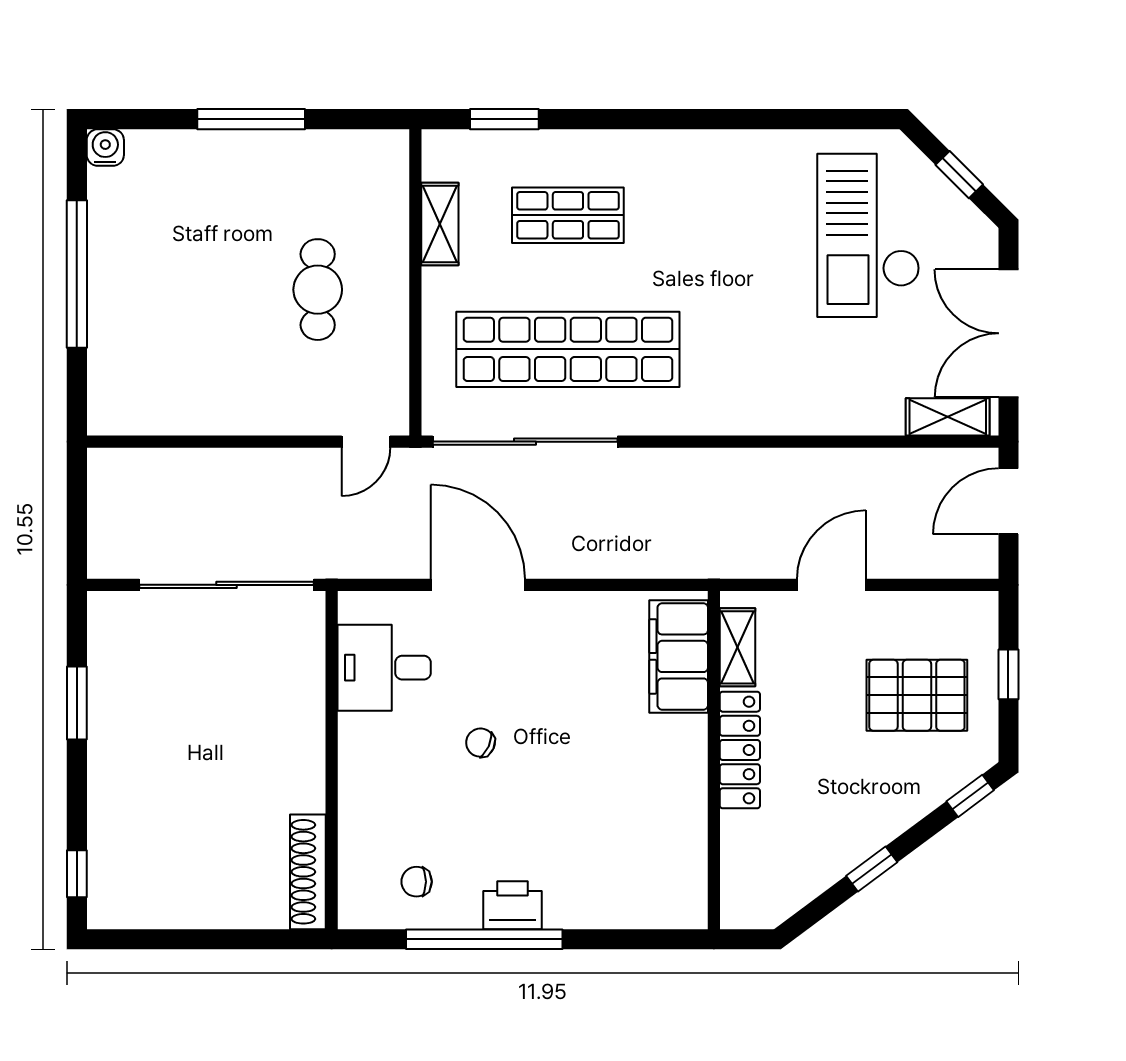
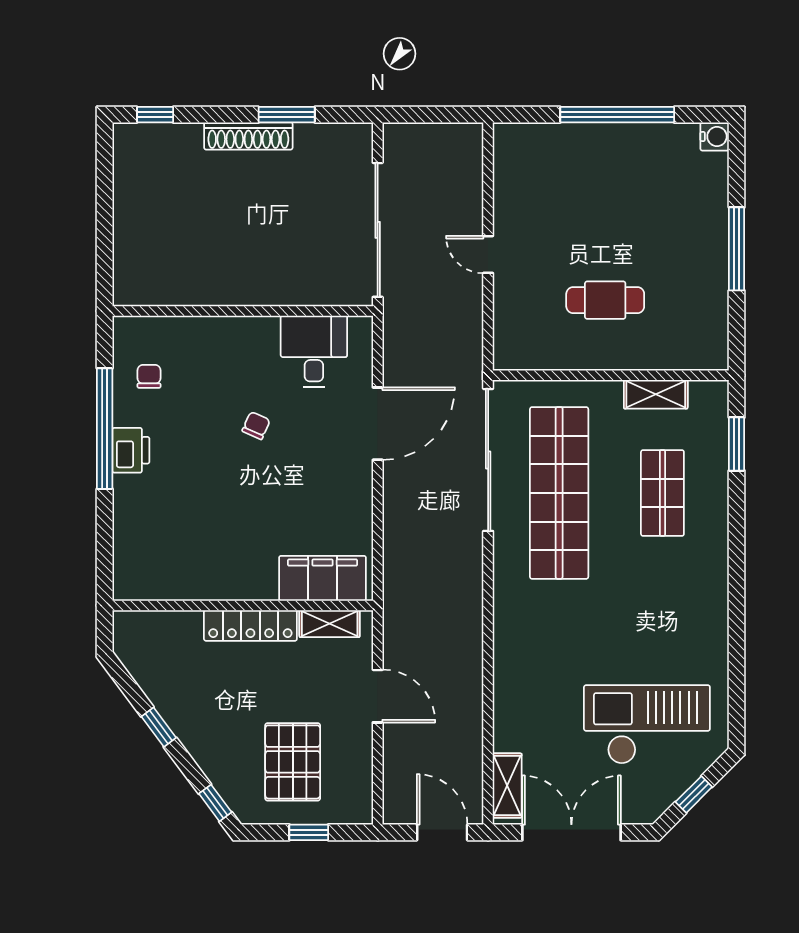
door: (366, 442) -> (488, 255), moved
shoe rack: (308, 872) -> (248, 136), moved, turned 180

